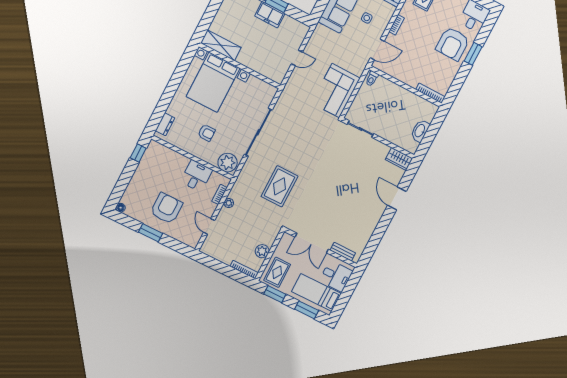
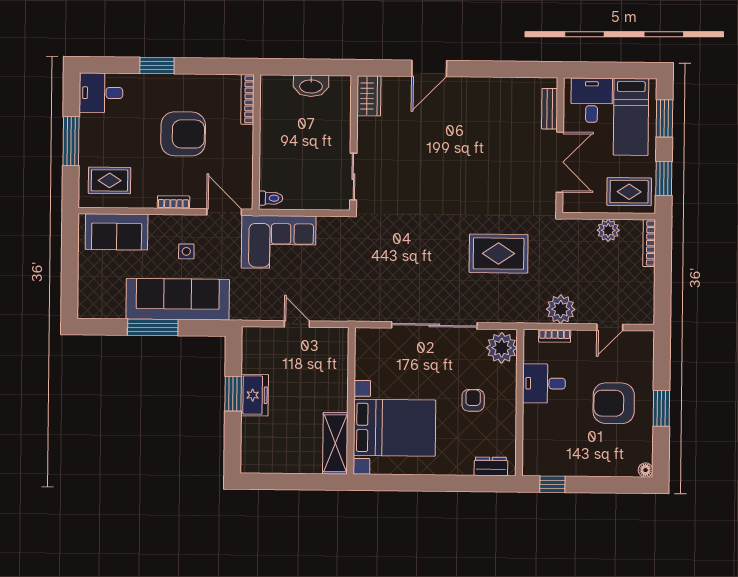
armchair: (453, 44) -> (183, 134), moved
corner sofa: (336, 91) -> (279, 242), moved
plant: (229, 203) -> (561, 309), width x1.88, depth x1.88

